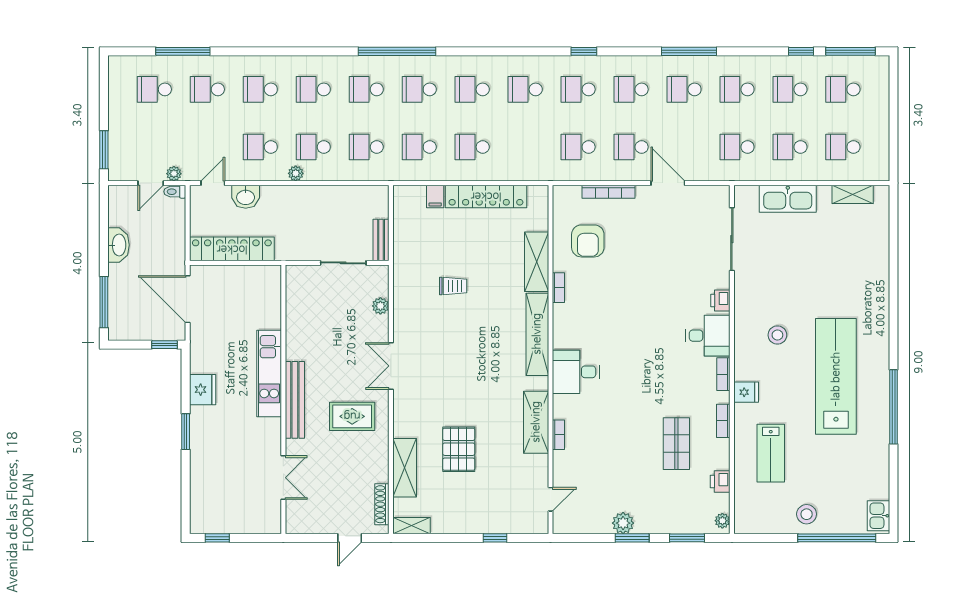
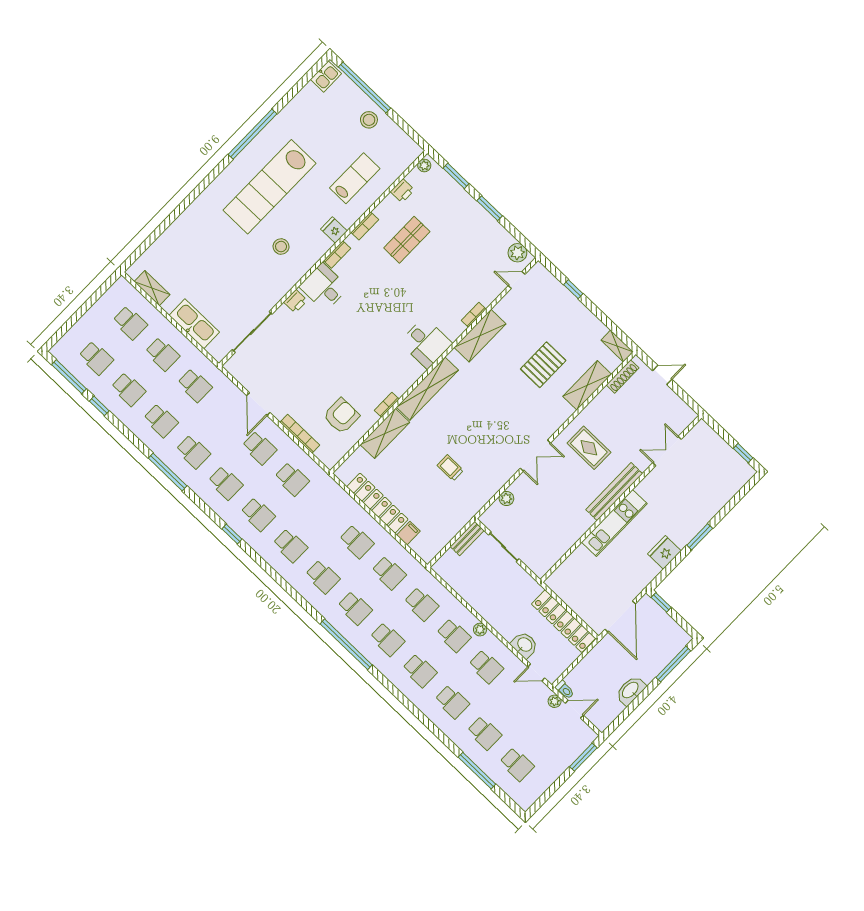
plant: (623, 523) -> (517, 253), moved

